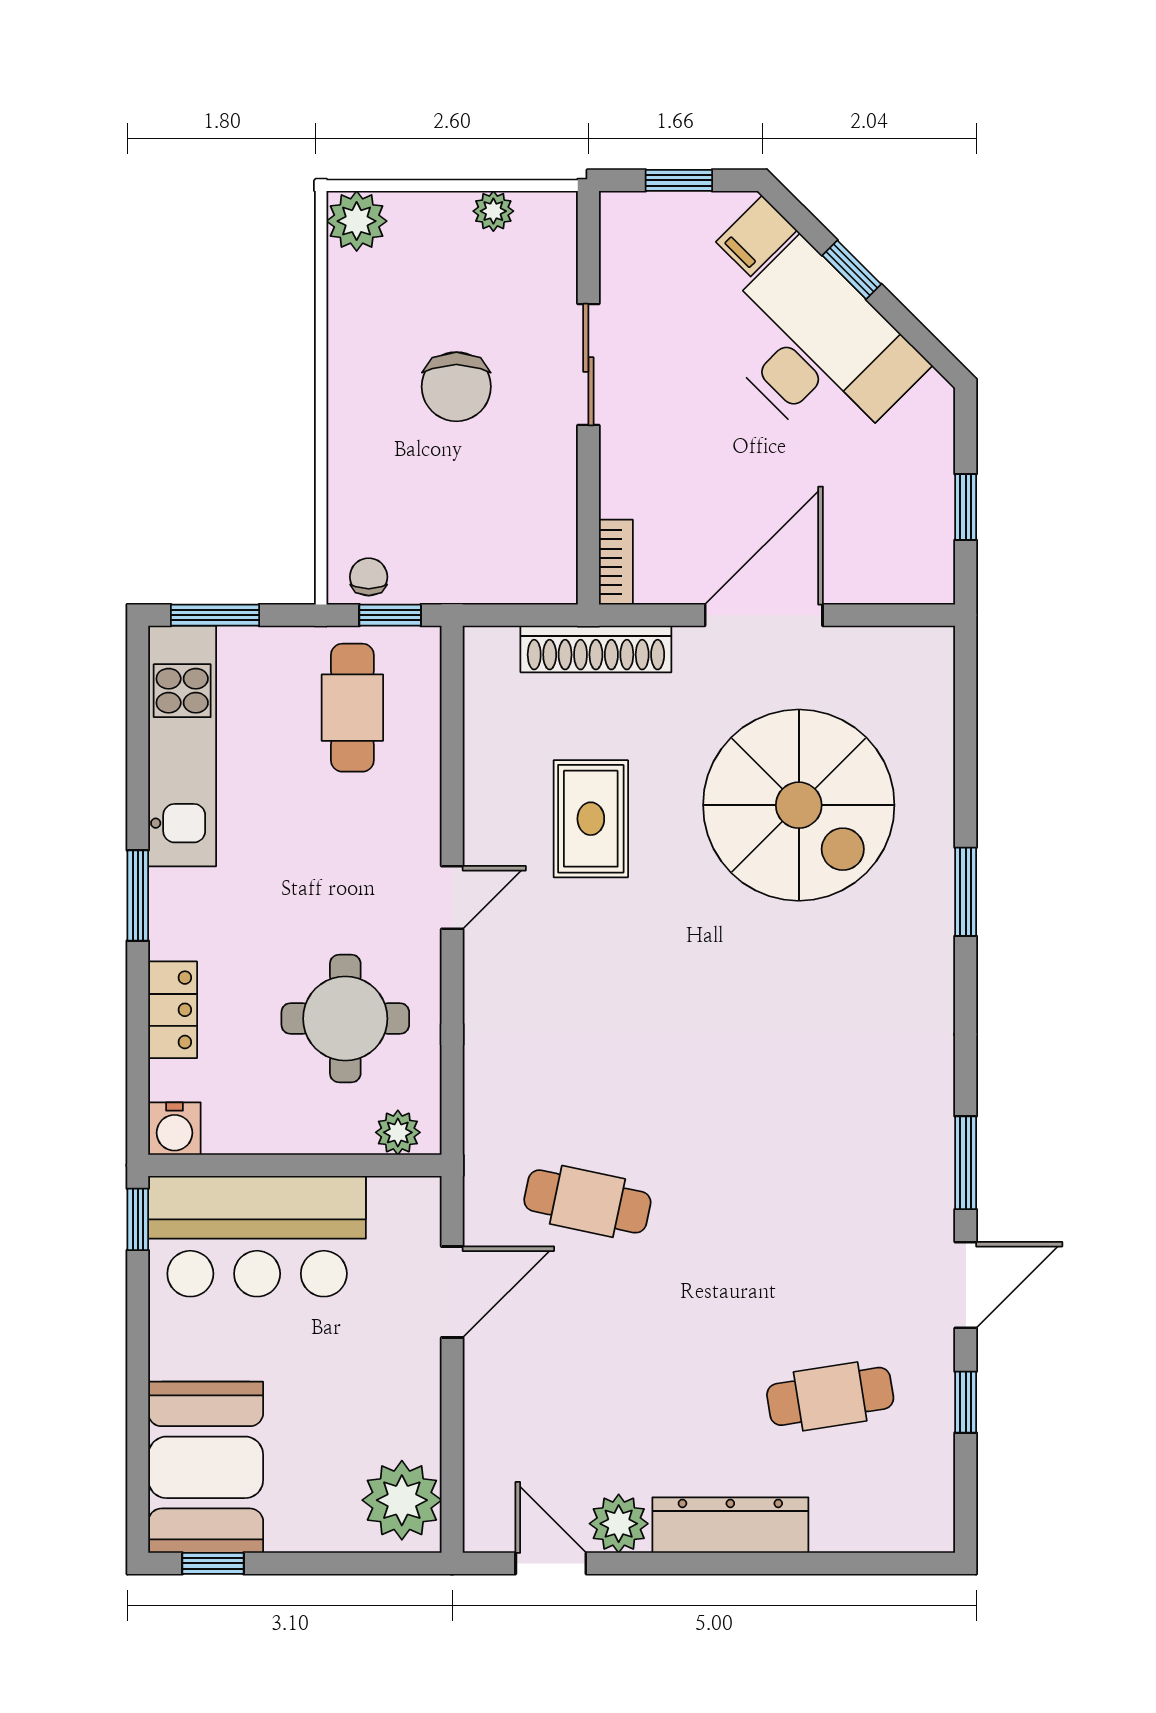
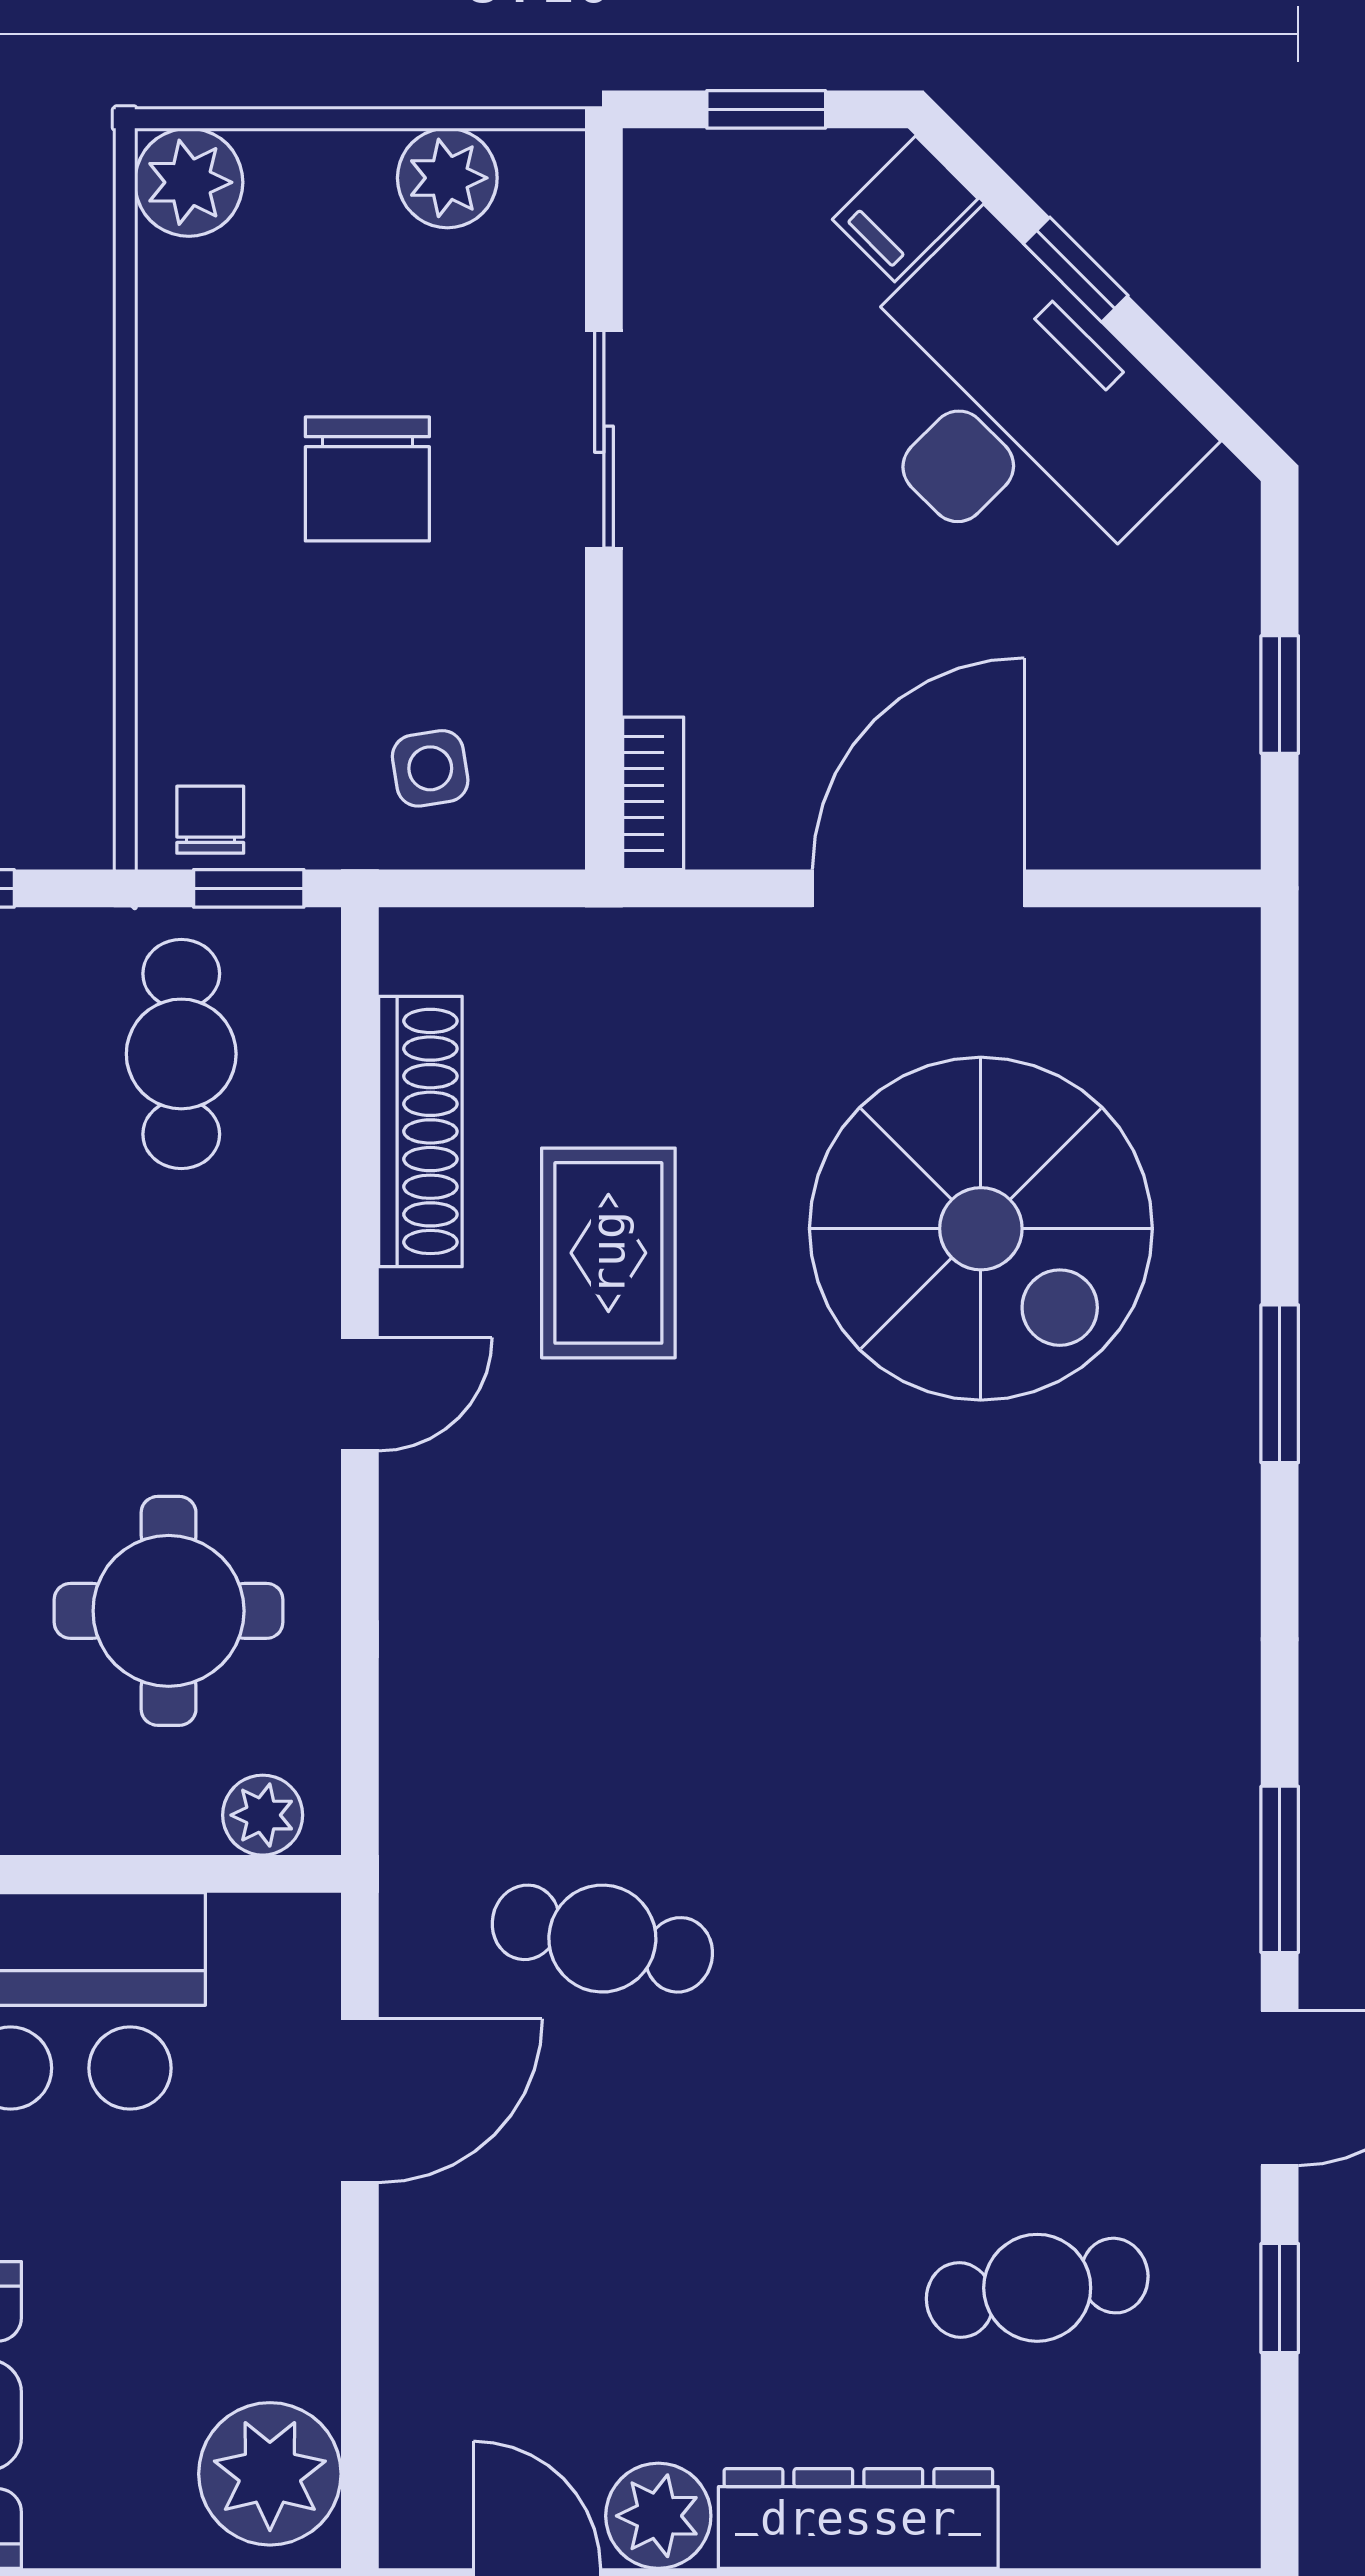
plant: (493, 211) -> (447, 178), width x1.38, depth x1.38
side table: (491, 548) -> (430, 768), added
shoe rack: (596, 649) -> (420, 1131), moved, turned -90

